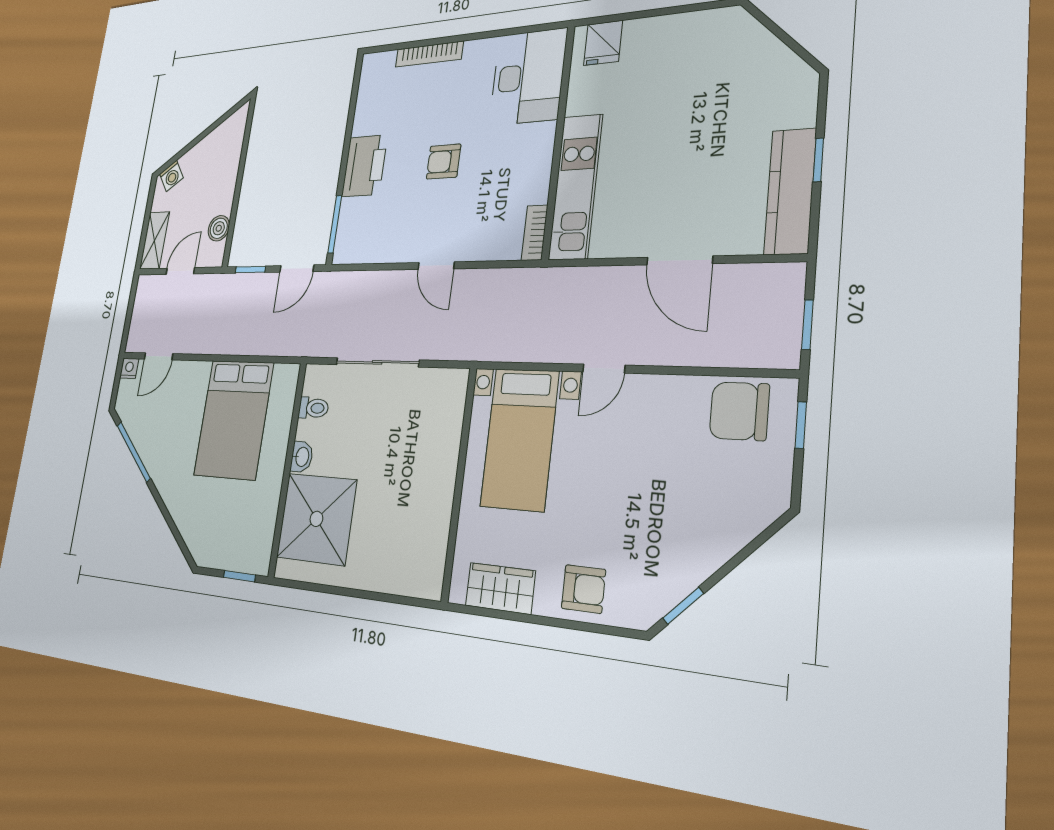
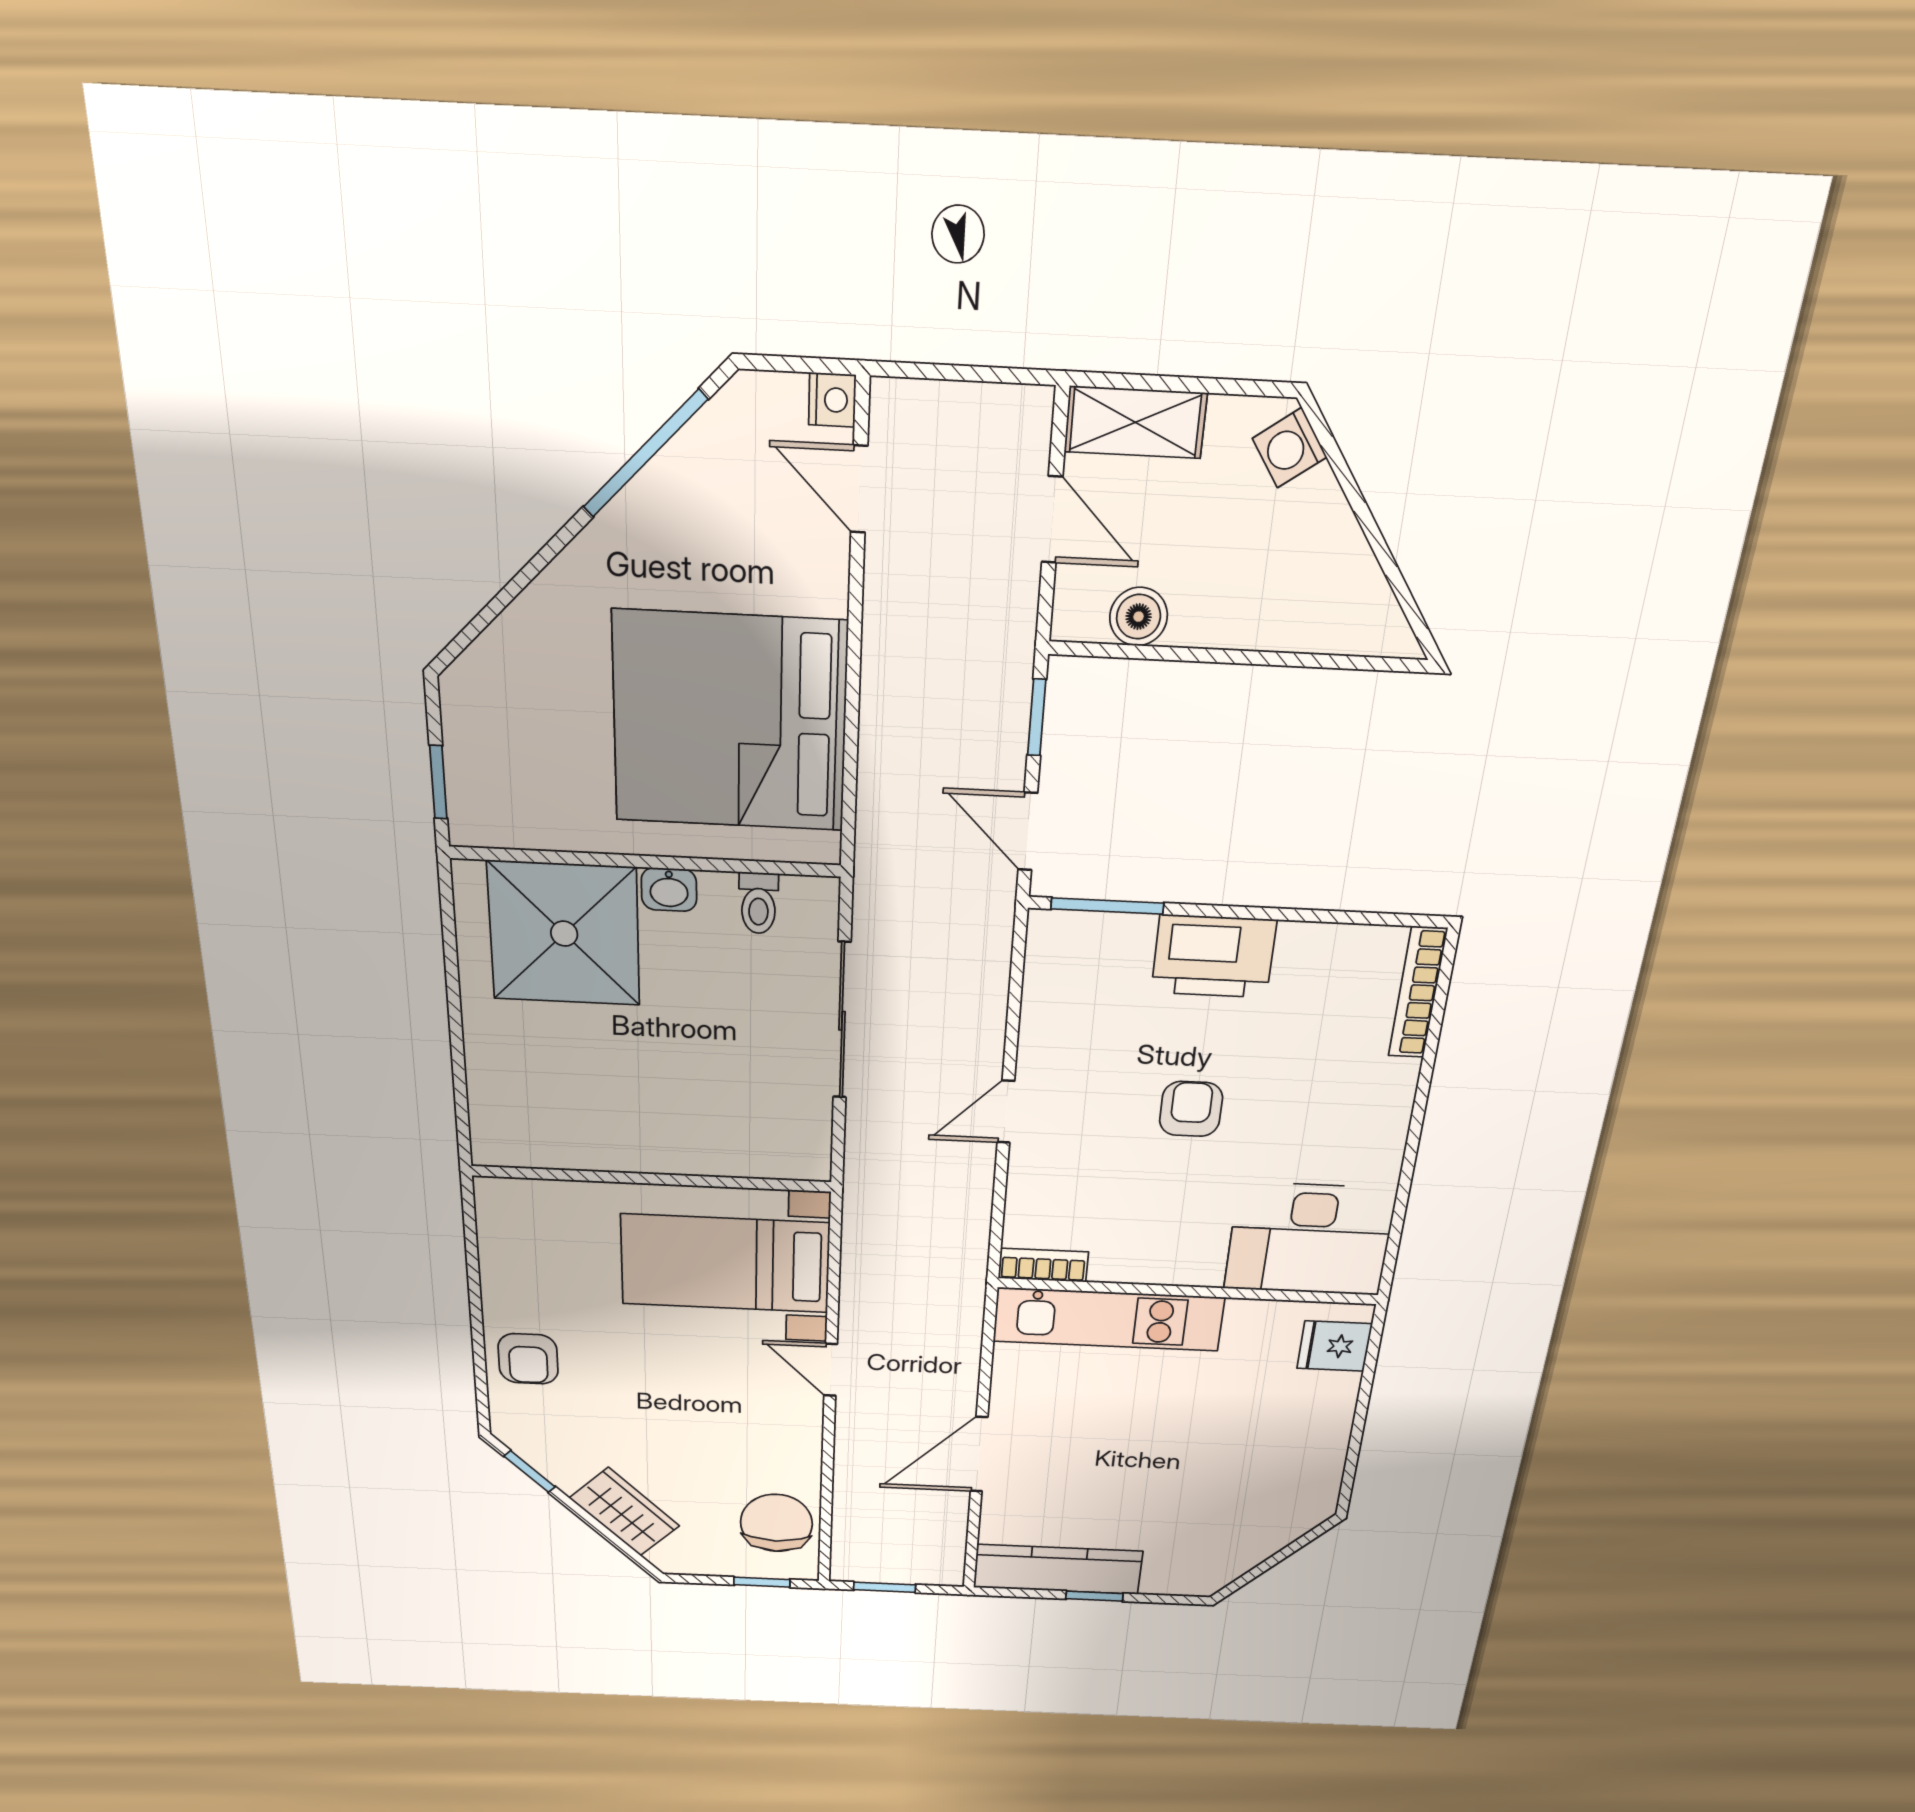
bookcase: (429, 54) -> (1418, 993), moved
bed: (234, 419) -> (730, 722), width x1.36
wardrobe: (500, 588) -> (624, 1512), moved, turned -45

